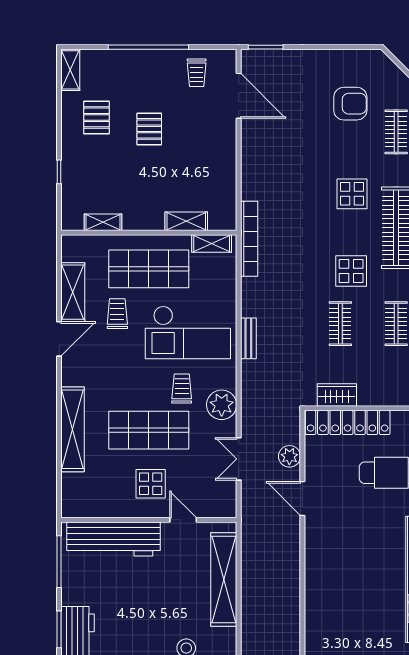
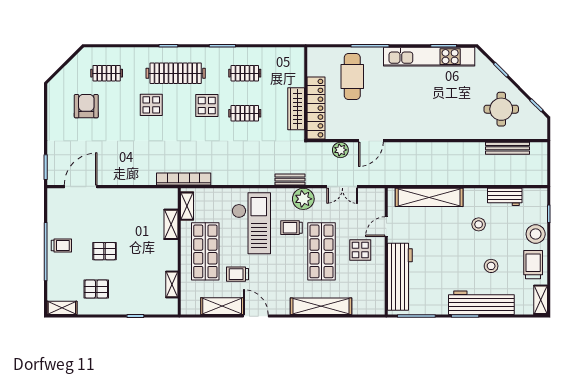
trolley: (197, 73) -> (61, 246), moved
bench: (248, 338) -> (290, 180), moved
wardrobe: (337, 395) -> (296, 109), width x1.50

